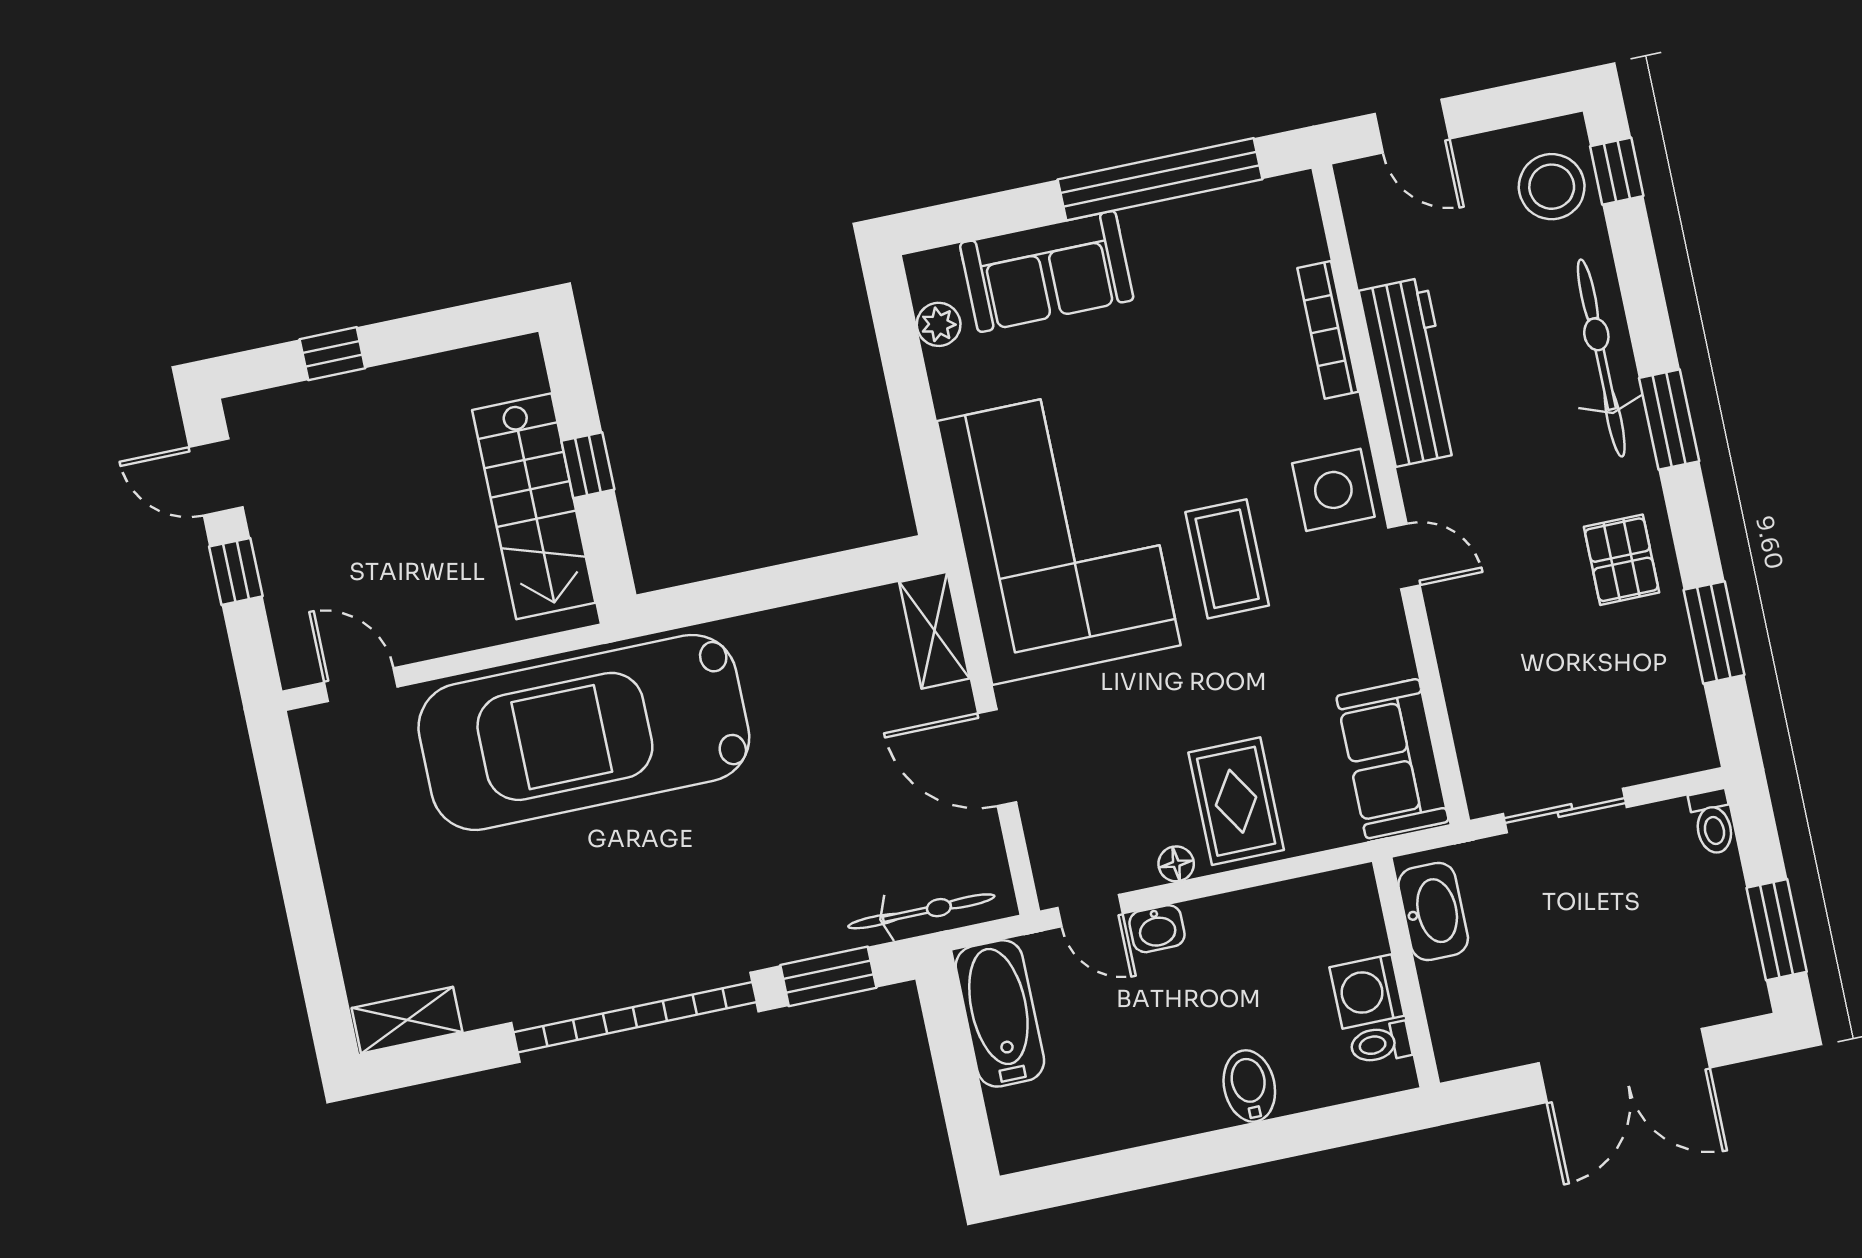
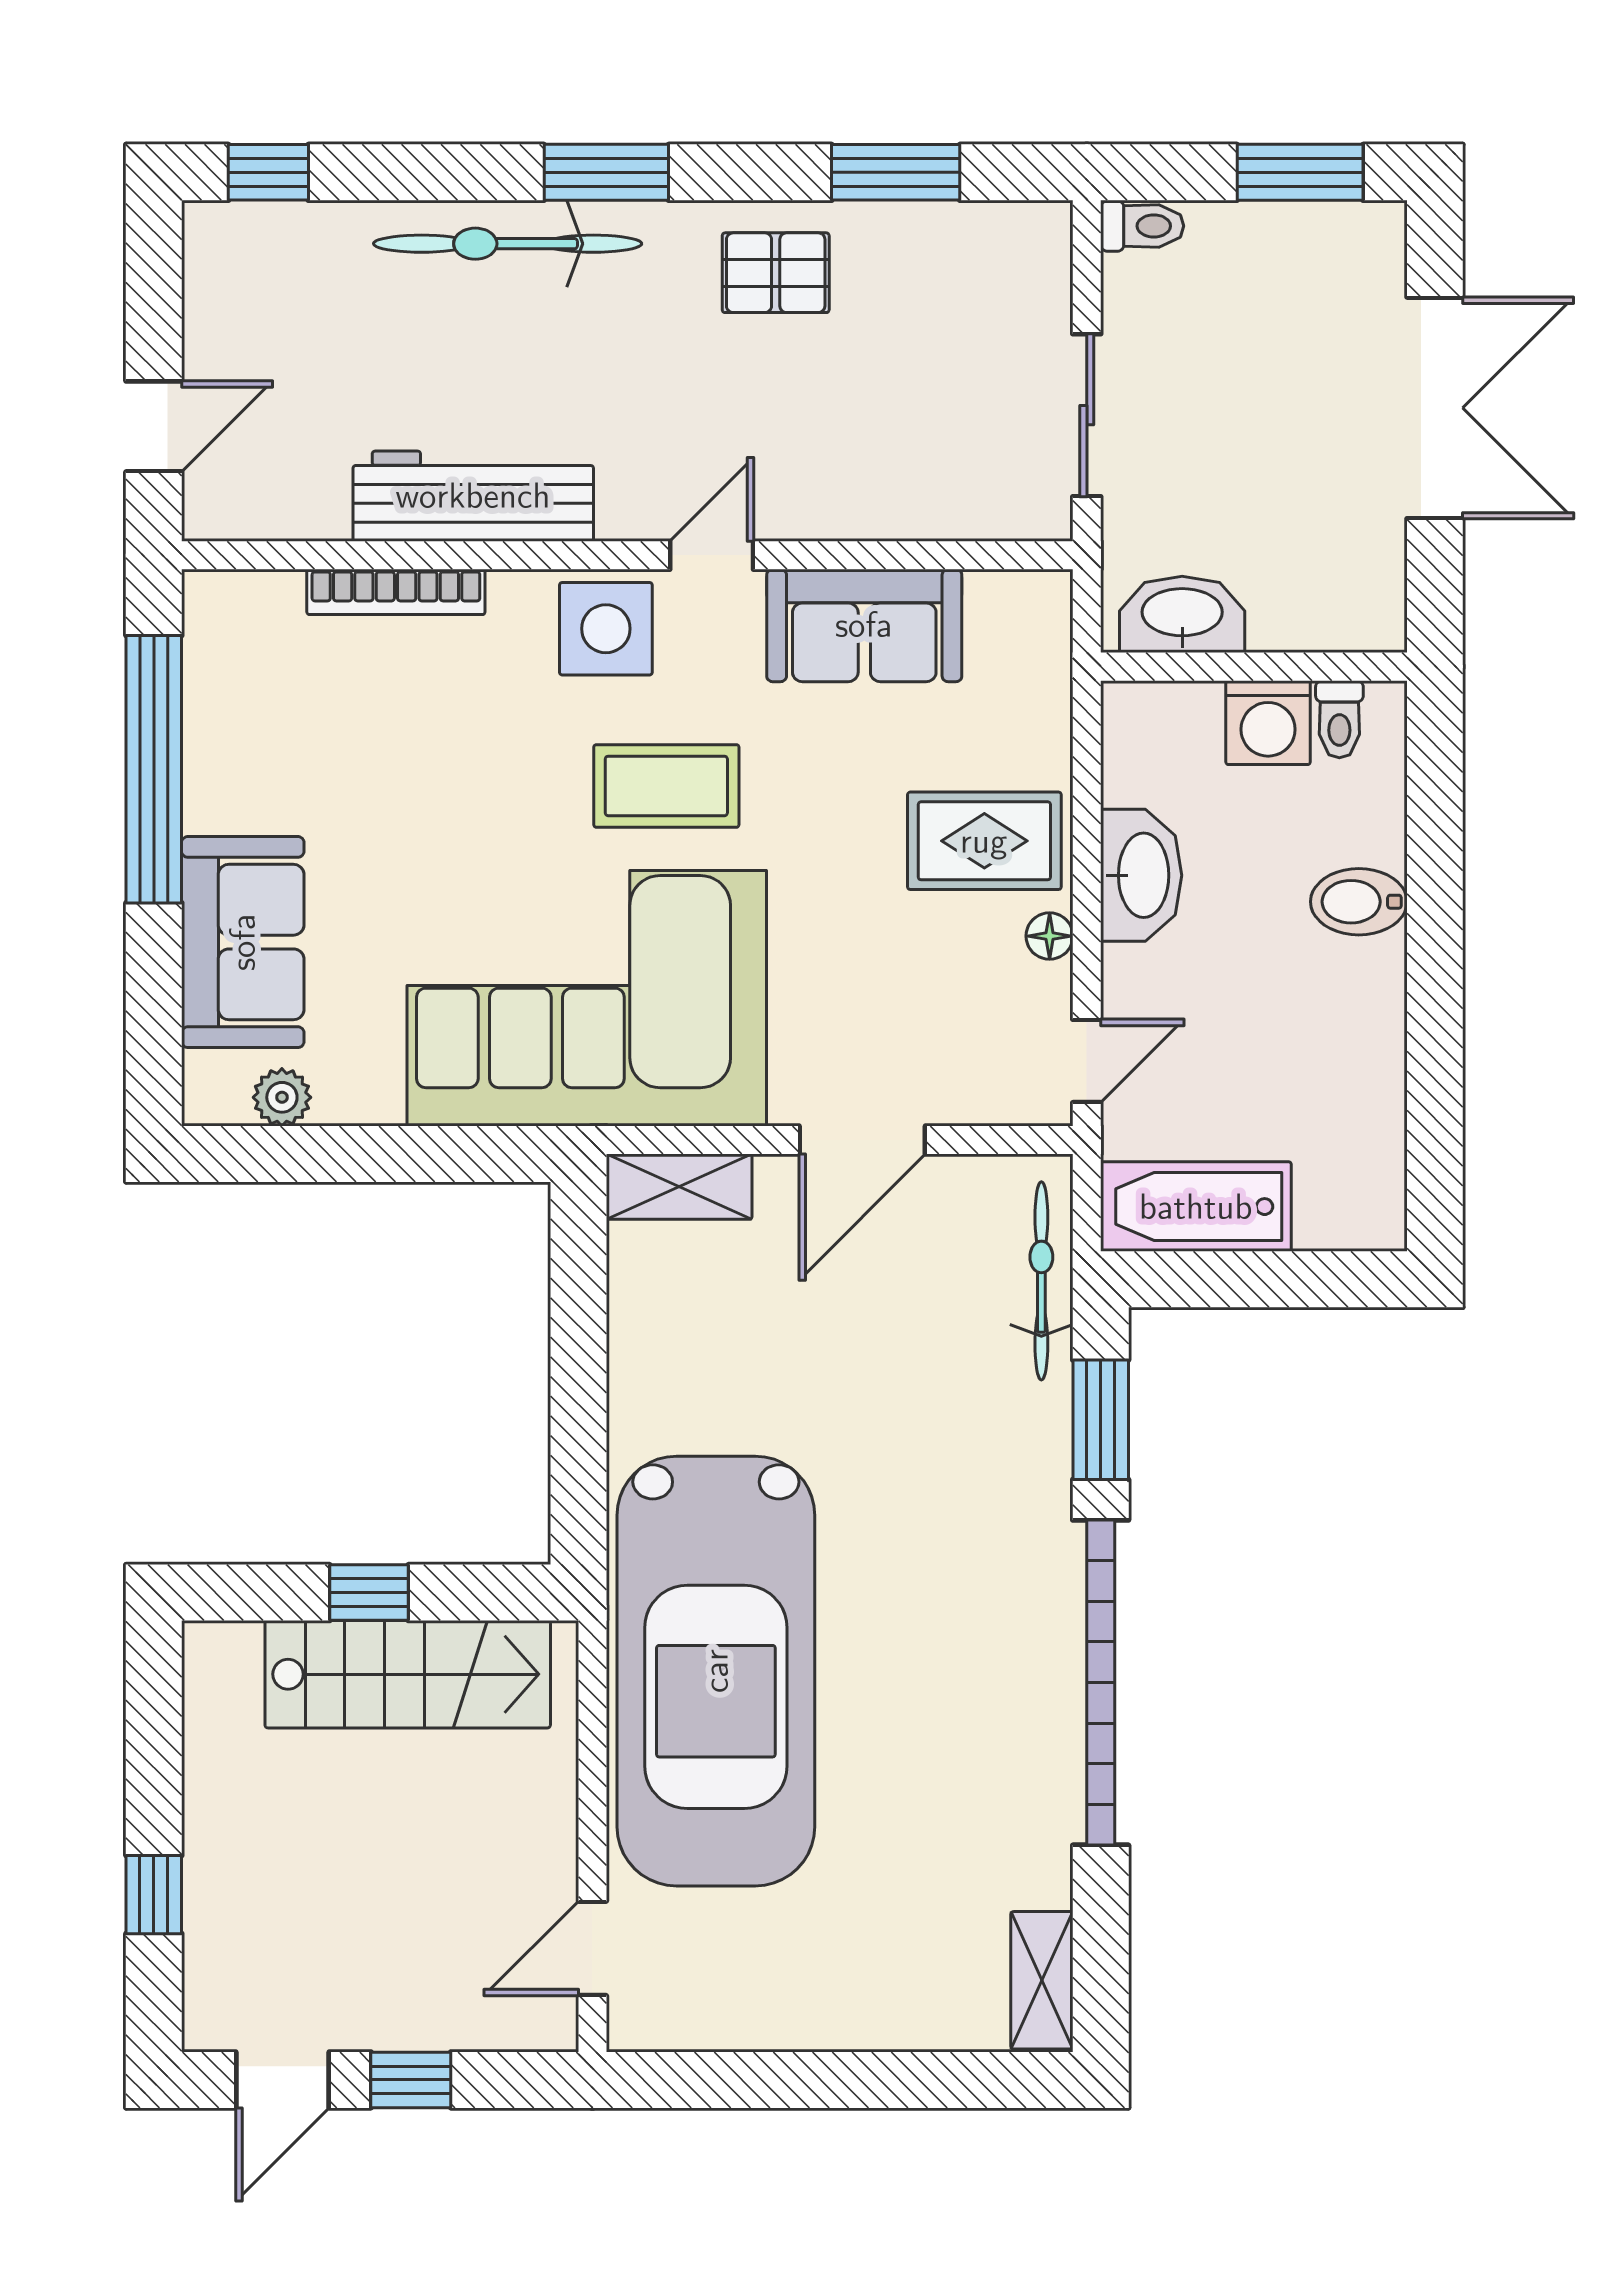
stool: (1552, 187) -> (271, 261), removed
sofa: (1393, 759) -> (864, 625), moved
washbasin: (1157, 929) -> (1141, 875), moved, width x1.91, depth x1.45

